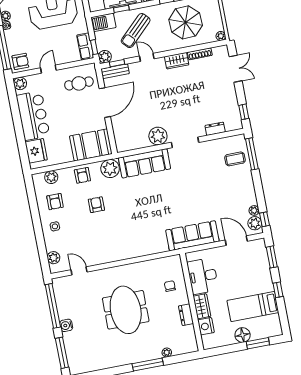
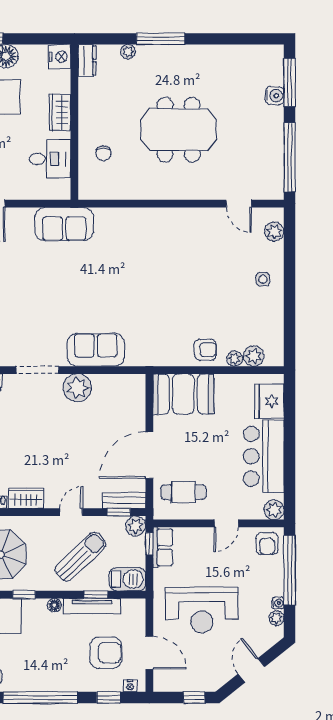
door: (147, 57) -> (71, 512), swing flipped
armchair: (20, 61) -> (267, 544), turned -90
sofa: (145, 163) -> (96, 350), width x0.73
plant: (110, 169) -> (235, 359), moved, width x0.53, depth x0.53
armchair: (82, 175) -> (205, 350), turned 90
armchair: (55, 202) -> (255, 317), removed
armchair: (96, 205) -> (192, 300), removed
sofa: (192, 236) -> (64, 224), width x0.73
desk: (203, 276) -> (50, 159), width x0.73
meeting table: (126, 310) -> (179, 130), turned 90
dresser: (186, 315) -> (87, 60), moved
water cooler: (66, 325) -> (275, 96), moved
nightstand: (206, 326) -> (60, 57), moved

